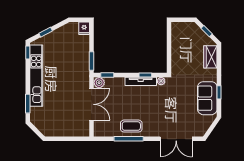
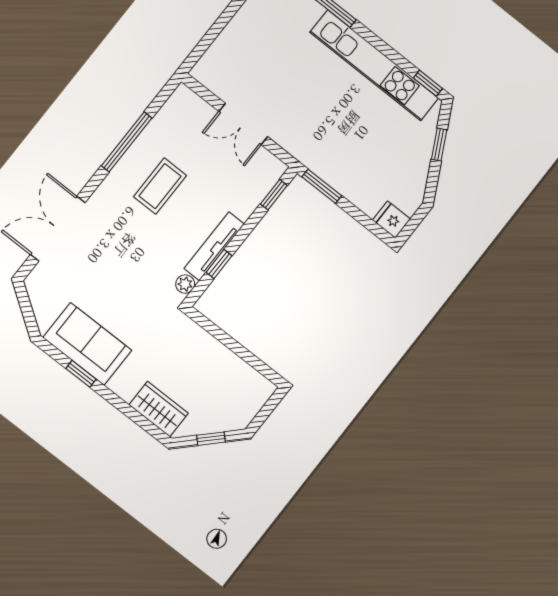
plant: (99, 83) -> (272, 169), removed
double door: (92, 104) -> (243, 124), width x0.73
coffee table: (131, 126) -> (160, 186), moved

